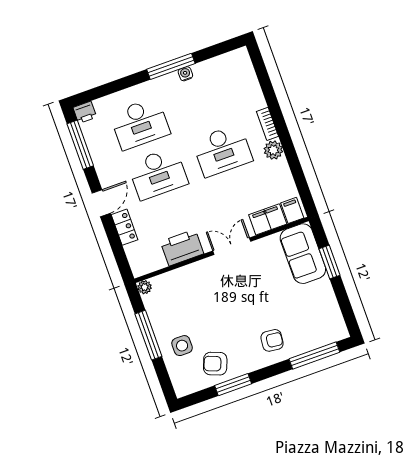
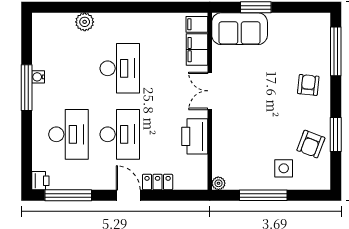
bookcase: (268, 124) -> (110, 19), removed
plant: (273, 150) -> (85, 22), moved

